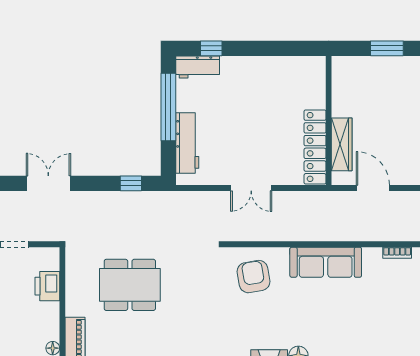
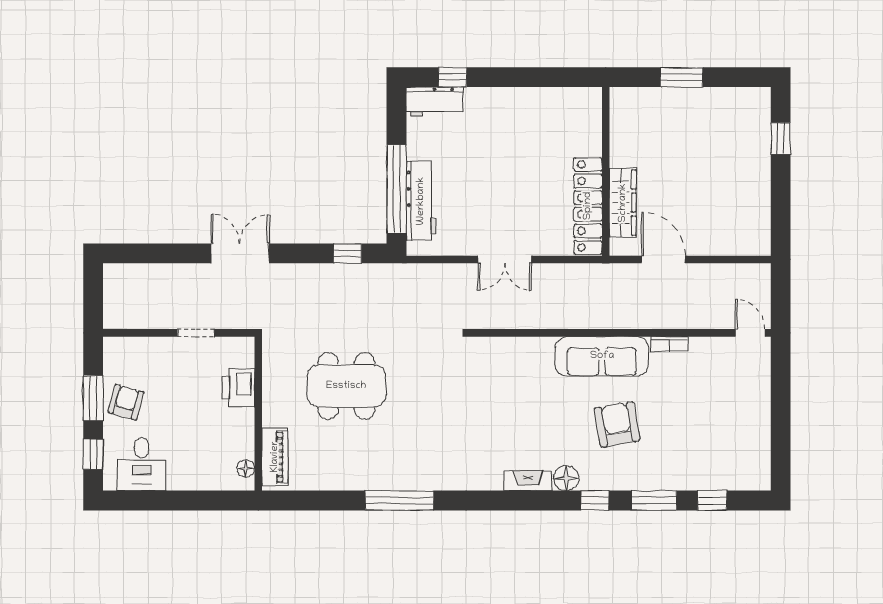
window: (168, 107) -> (397, 189), moved
bookcase: (397, 253) -> (669, 344), moved
armchair: (254, 277) -> (617, 424), moved

